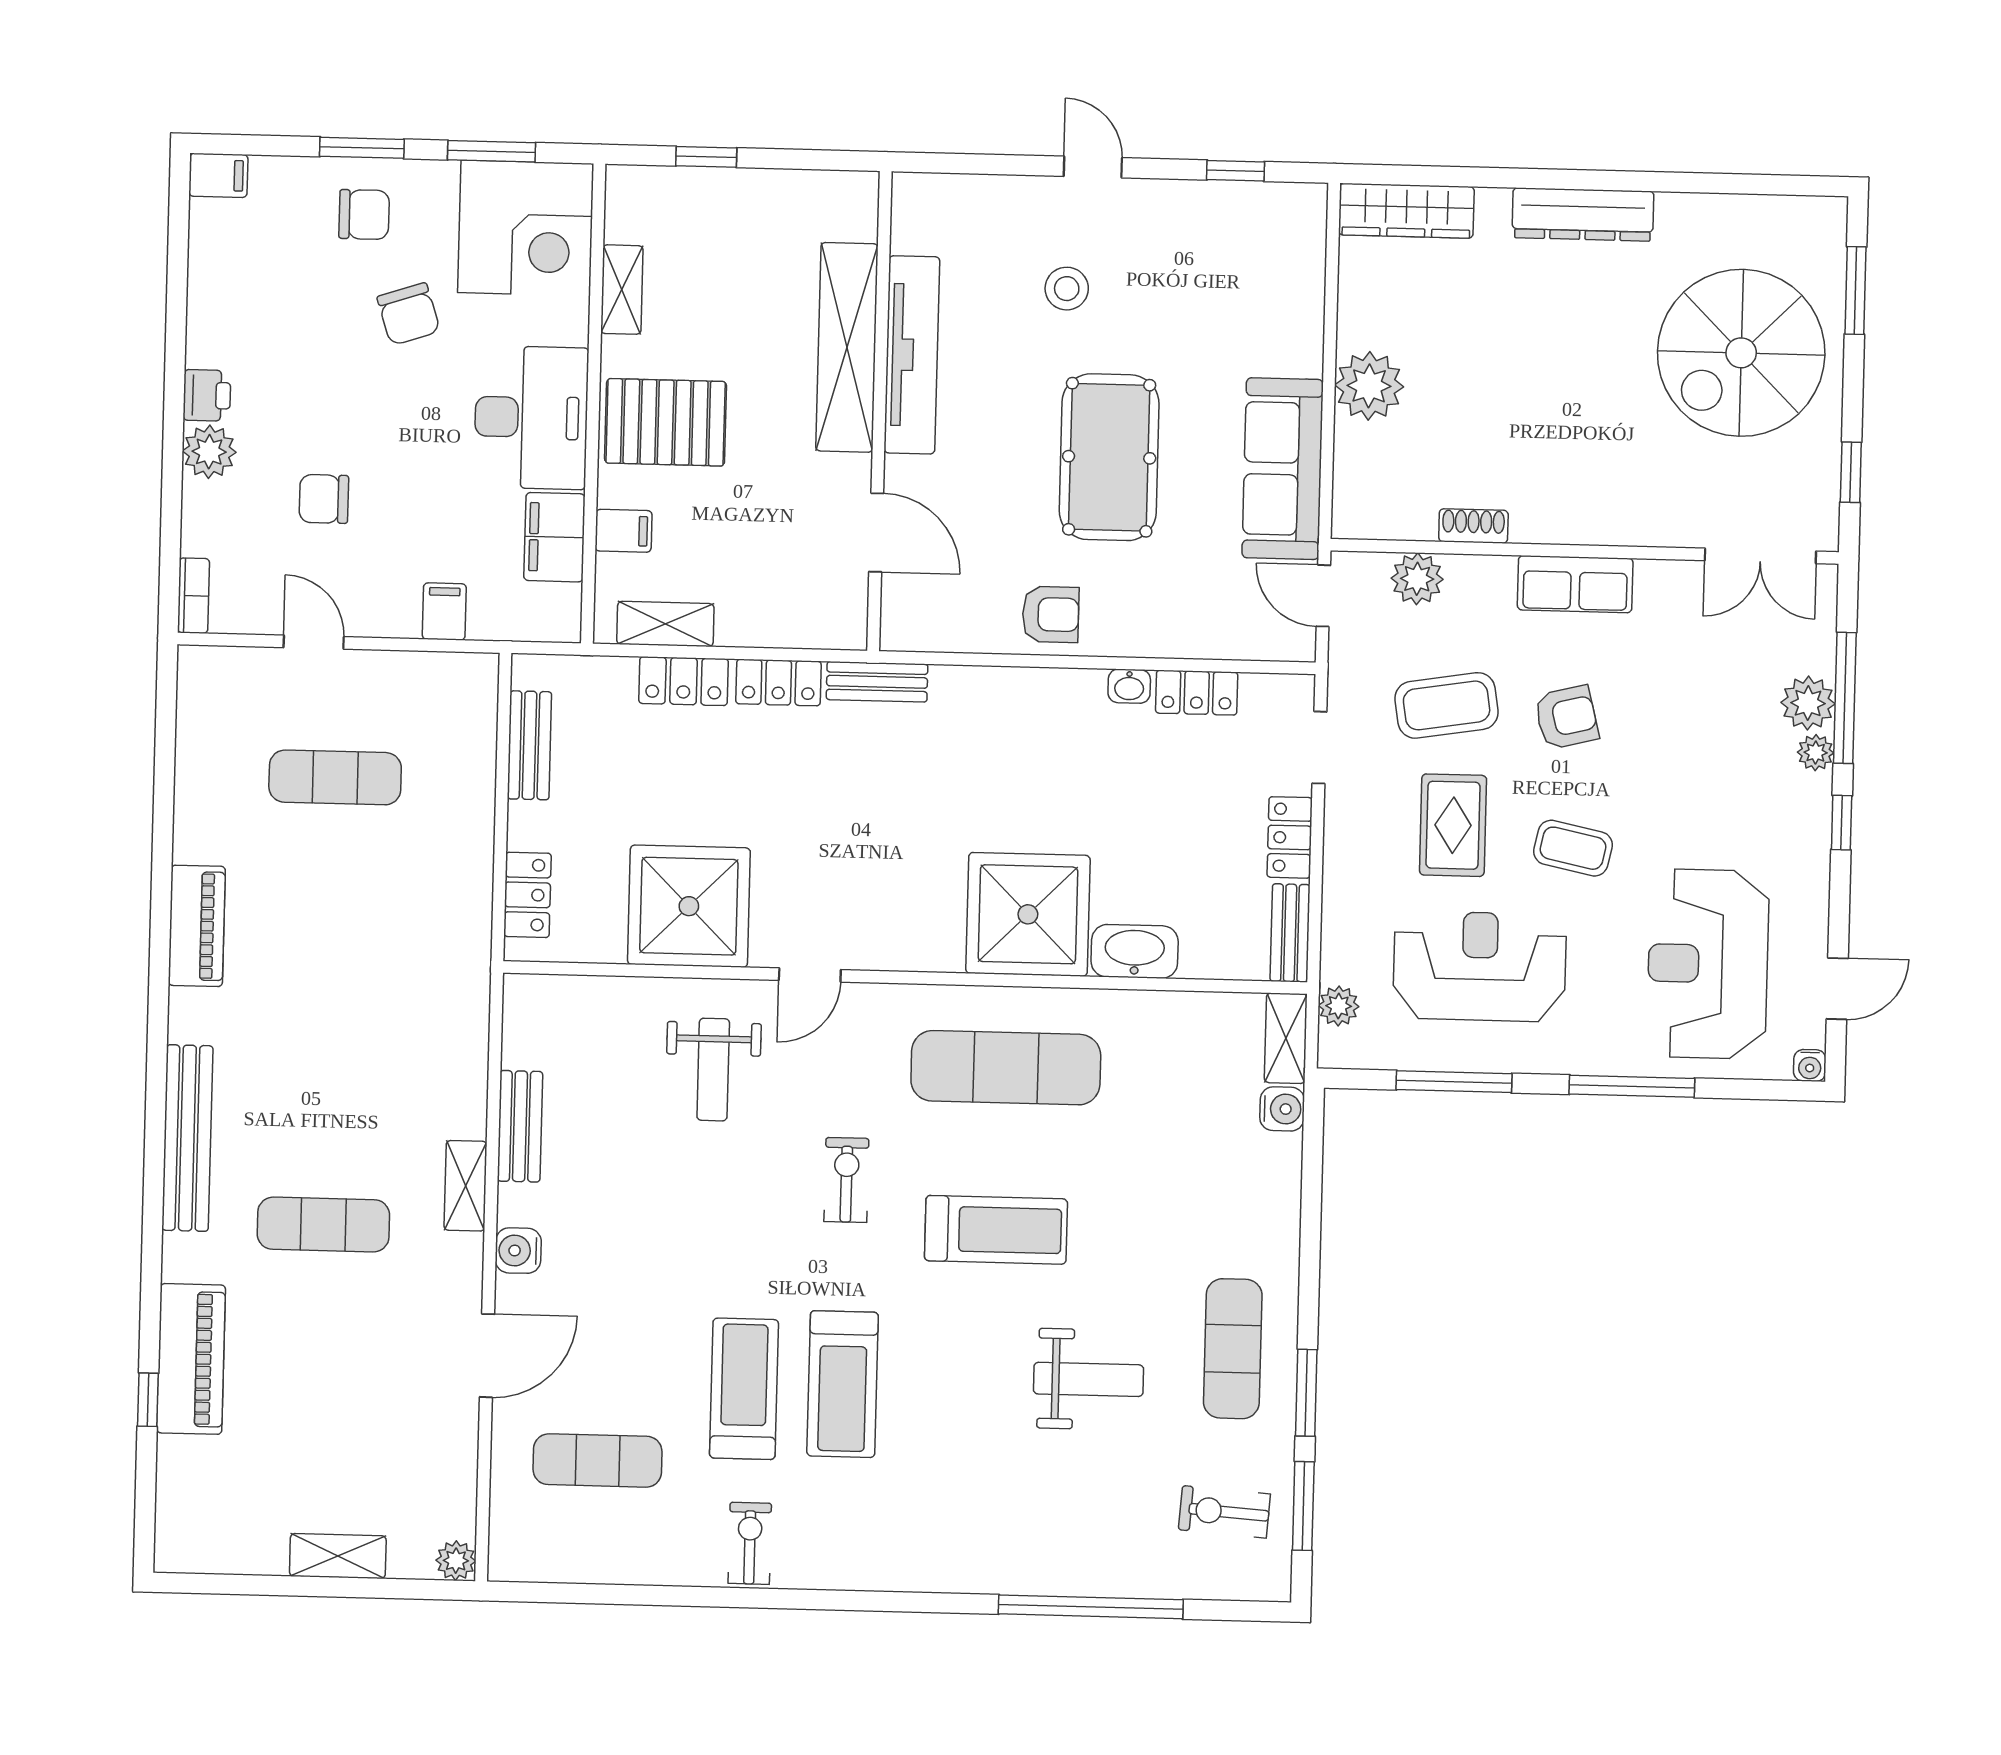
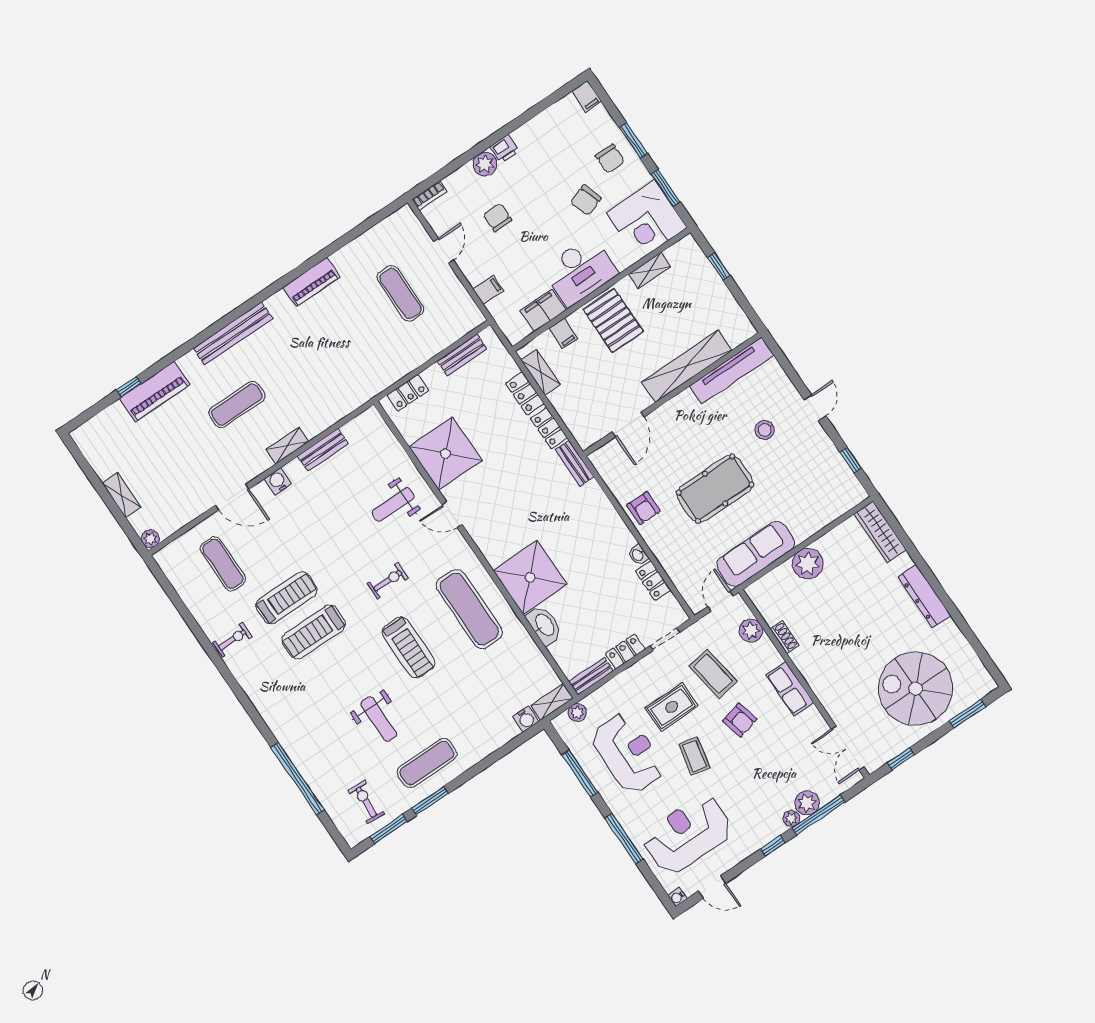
tv unit: (912, 355) -> (732, 371), moved
exercise mat: (323, 1224) -> (237, 405), turned 90

